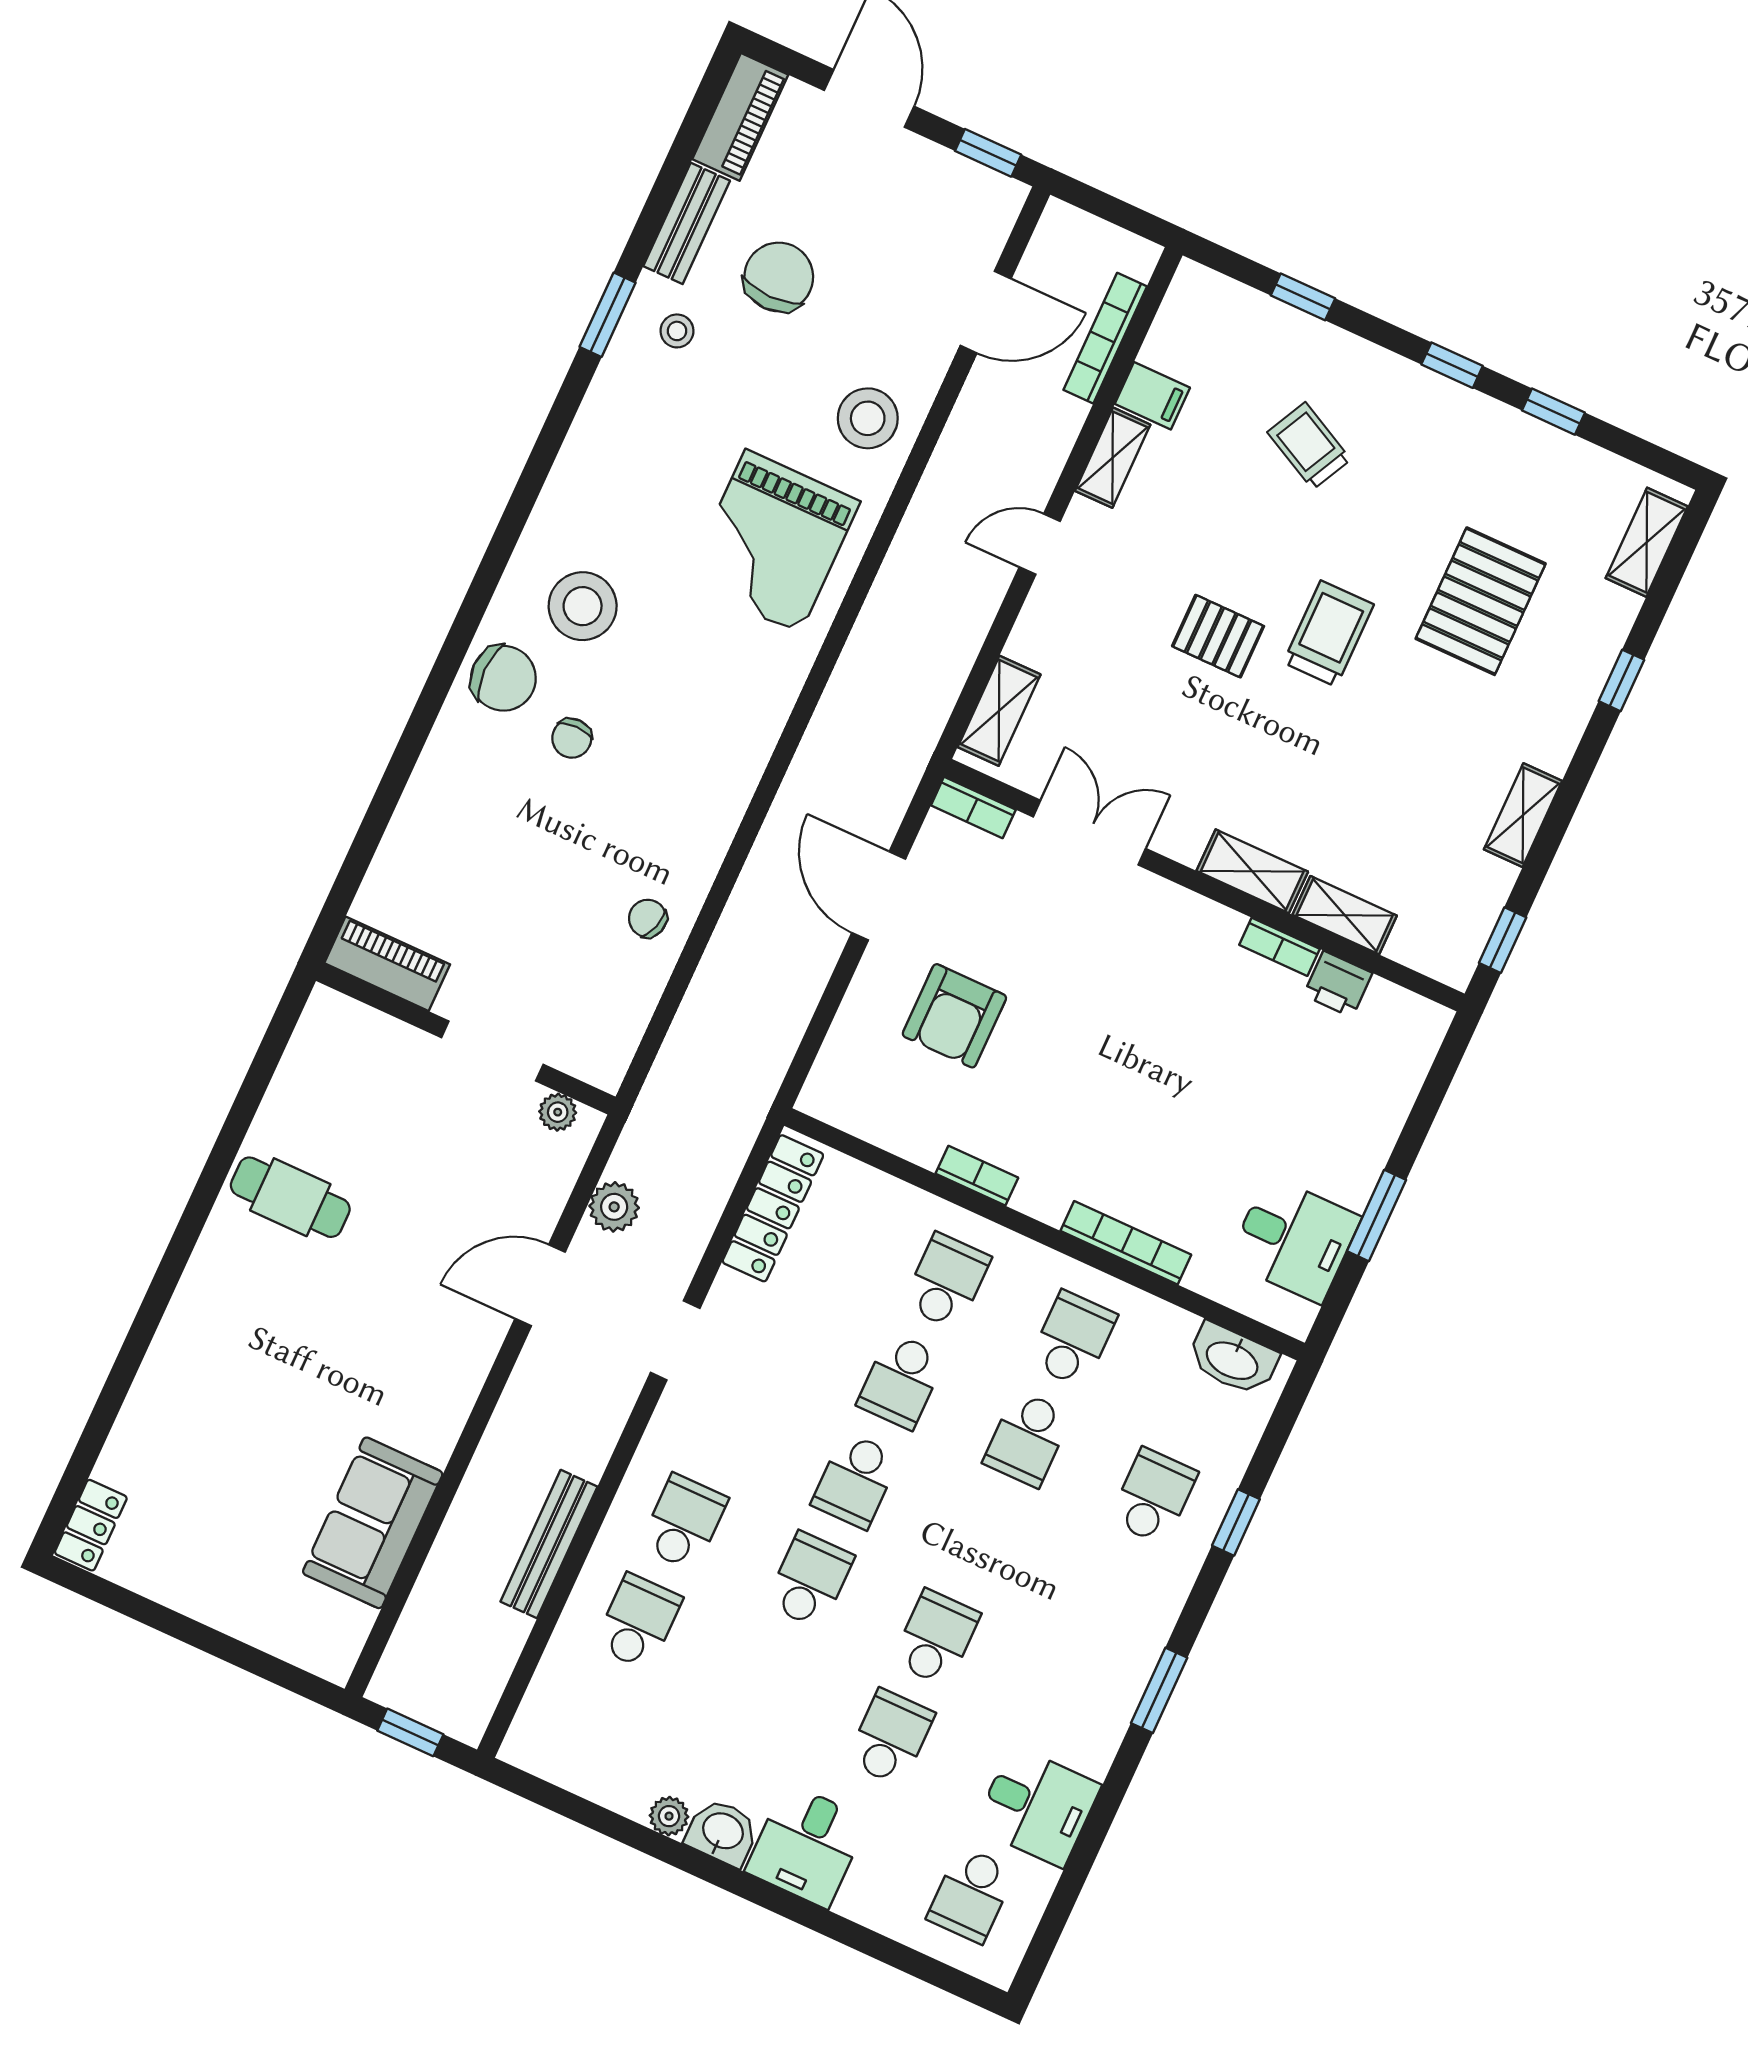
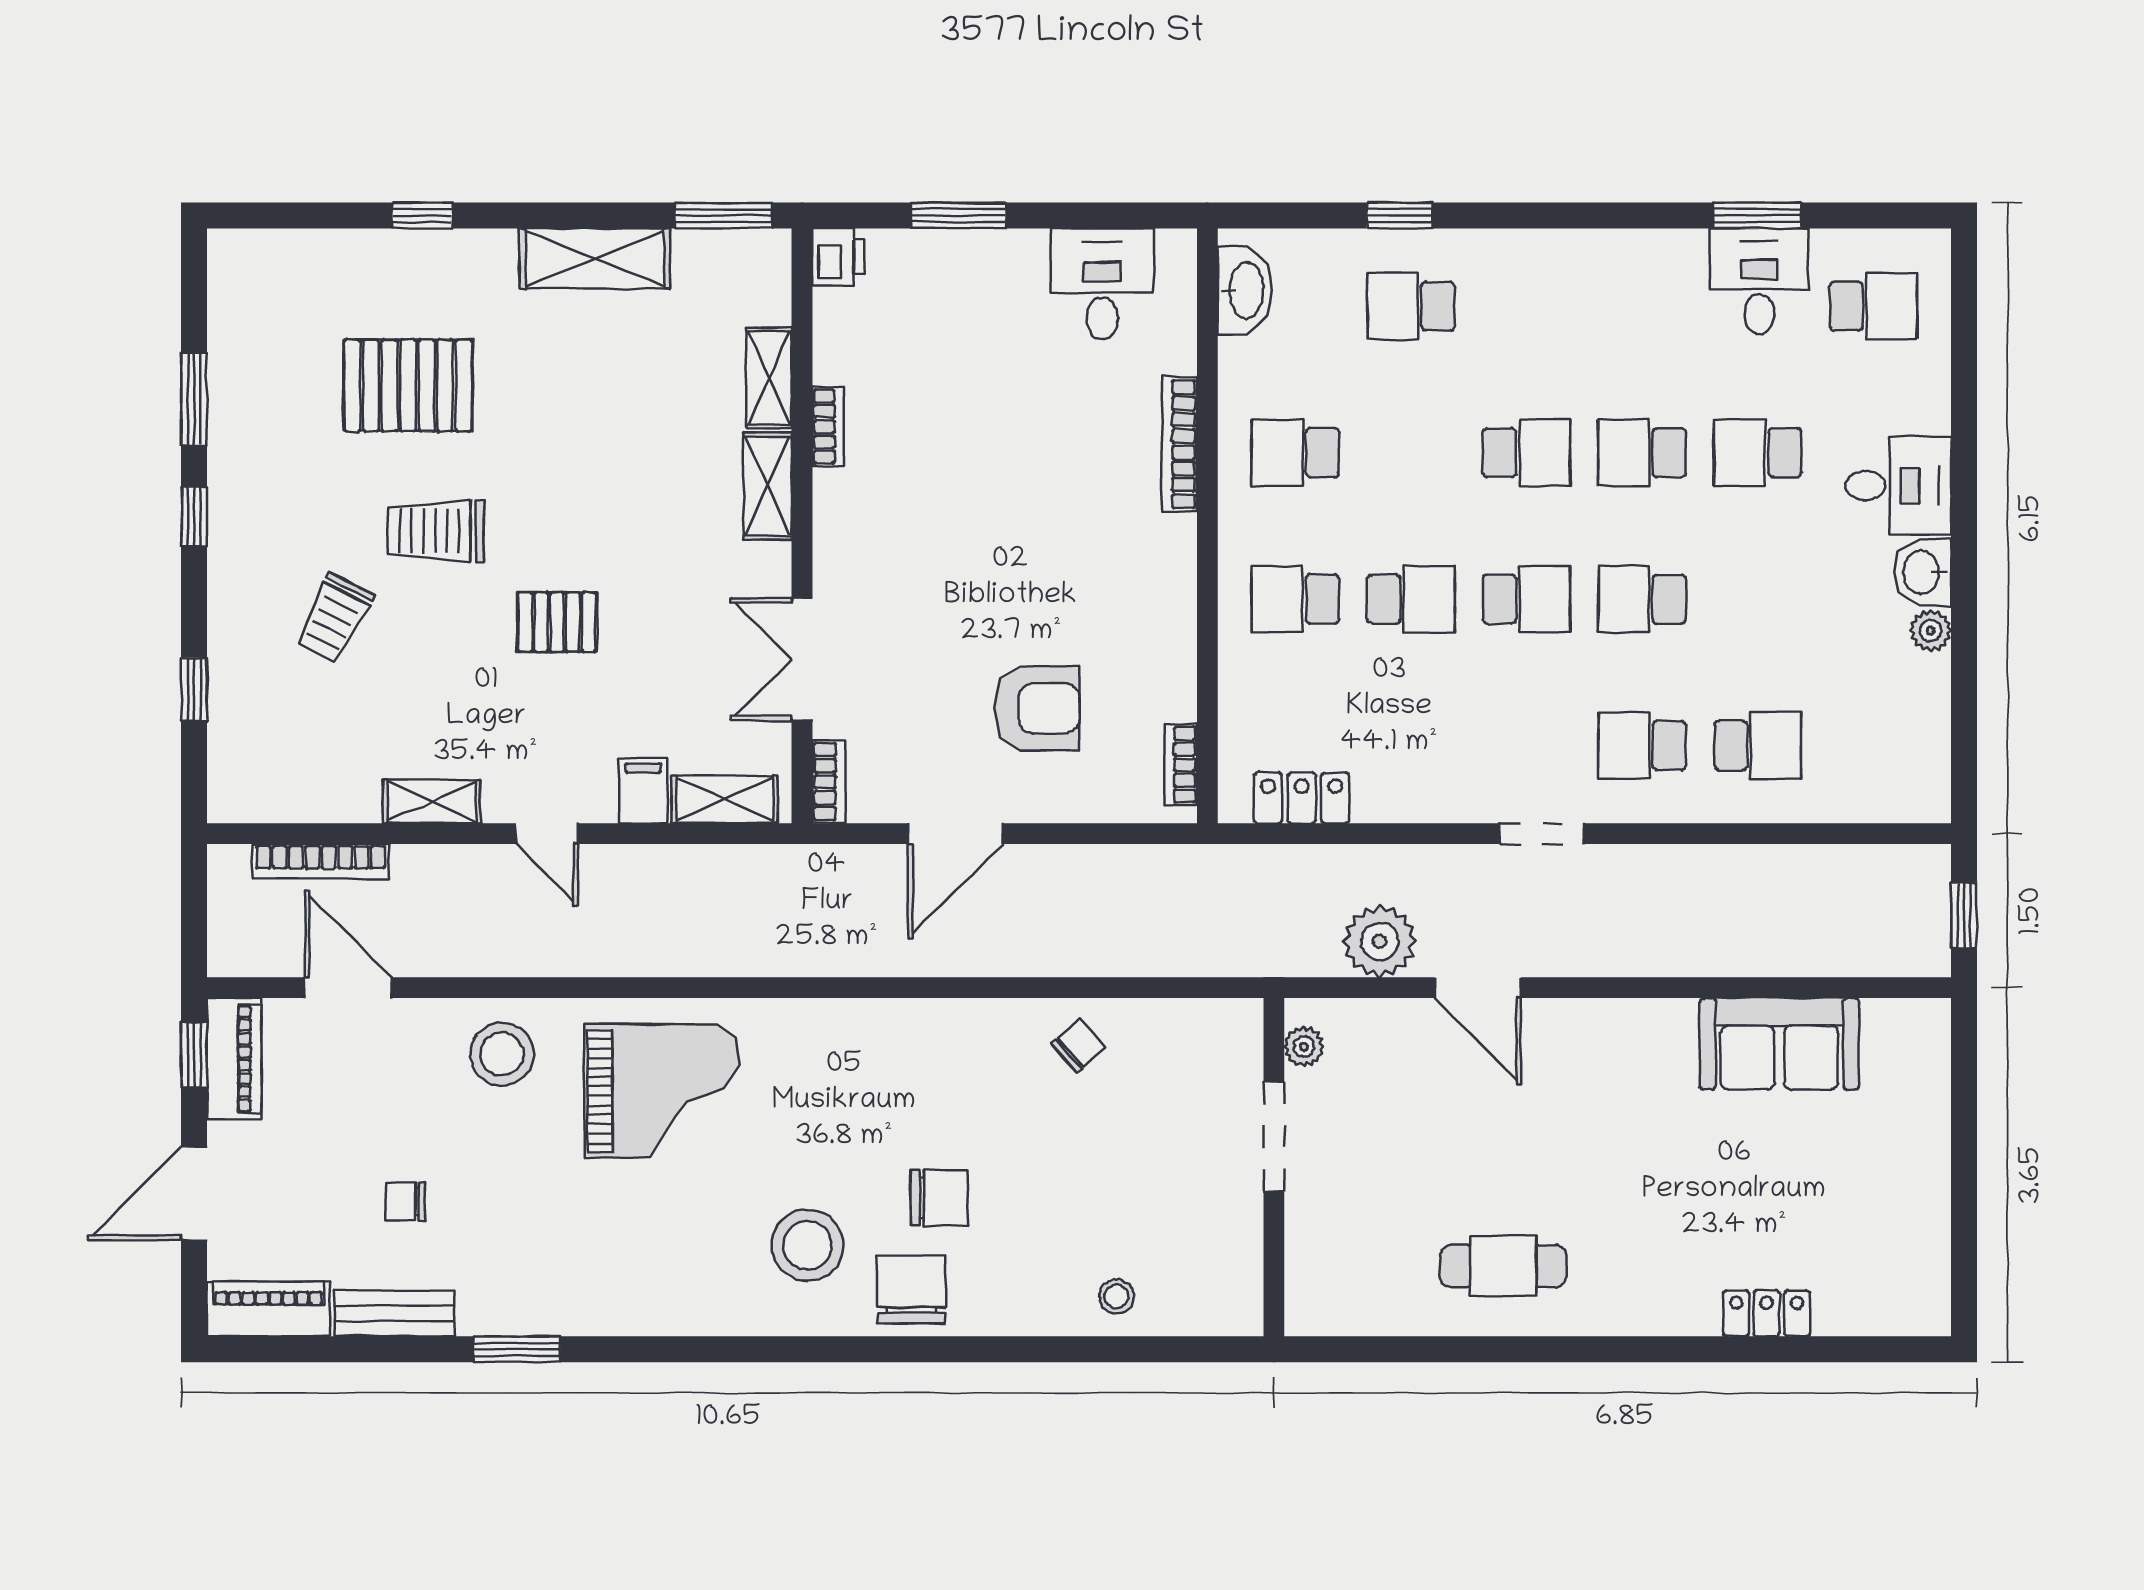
chair: (779, 277) -> (405, 1202), width x0.54, depth x0.54
stool: (677, 331) -> (1117, 1296), moved
filing cabinet: (1152, 396) -> (643, 791), moved
window: (1553, 412) -> (194, 399), width x1.50
shelving: (1647, 542) -> (279, 252), removed
trolley: (1329, 634) -> (436, 531), moved
pallet: (1218, 636) -> (557, 622), turned 90
chair: (572, 738) -> (939, 1198), width x1.37, depth x1.37
shelving: (1523, 815) -> (595, 258), width x1.50, depth x1.33
chair: (648, 918) -> (1078, 1046), turned -149
window: (1503, 940) -> (724, 215), width x1.50
piano: (387, 964) -> (234, 1059), moved, turned 180
printer: (1338, 984) -> (838, 257), moved
bookcase: (977, 1176) -> (1181, 765), moved
cafe table: (290, 1197) -> (1503, 1266), turned 90
plant: (614, 1207) -> (1380, 941), width x1.36, depth x1.36
locker: (773, 1208) -> (1302, 798), width x0.66
window: (1377, 1215) -> (959, 215), moved
doorway: (675, 1340) -> (1542, 834), moved
school desk: (1027, 1439) -> (1527, 453), moved
locker: (91, 1525) -> (1767, 1313), moved
bench: (549, 1544) -> (1722, 865), removed
school desk: (638, 1622) -> (1758, 746), turned 180
window: (1159, 1690) -> (1757, 215), moved

